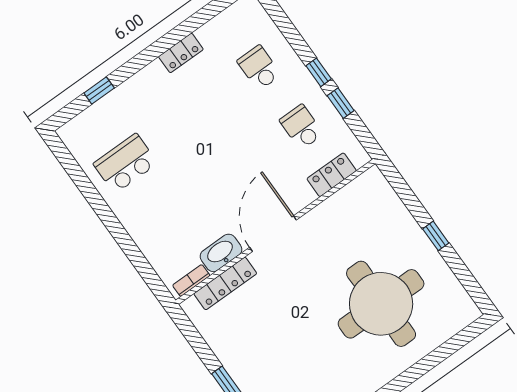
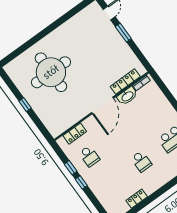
locker: (181, 53) -> (137, 199), moved
school desk: (259, 68) -> (141, 161), moved

